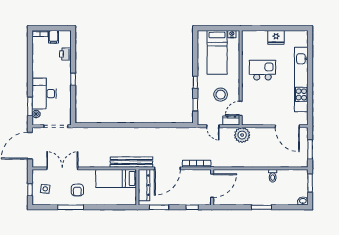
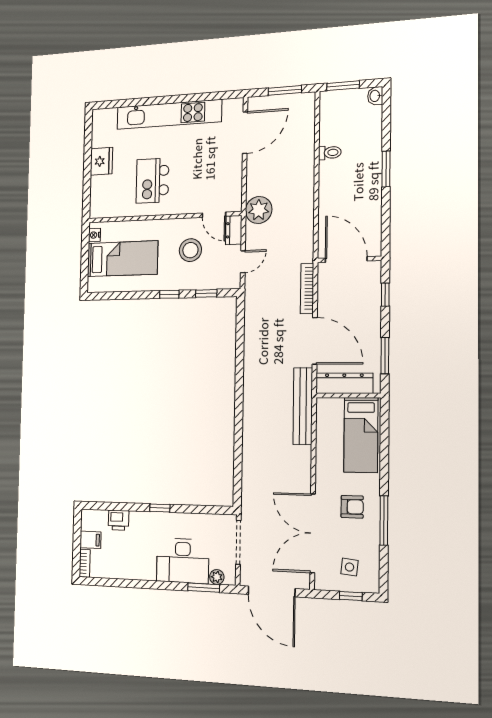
double door: (62, 168) -> (313, 533), width x1.36
bed: (116, 178) -> (361, 435), moved

